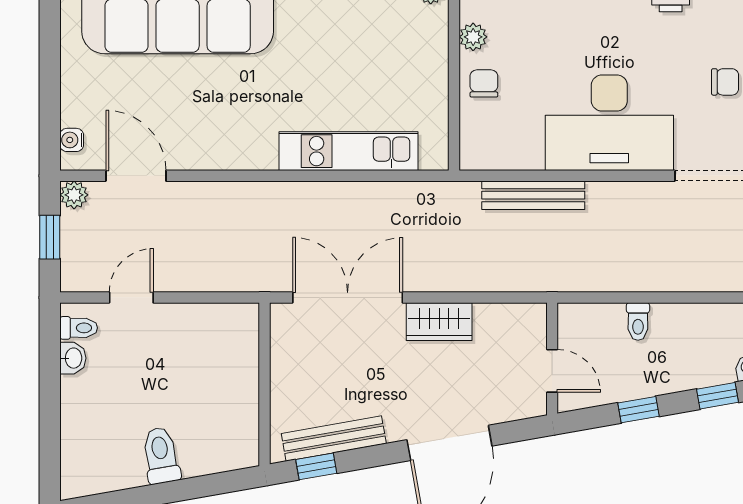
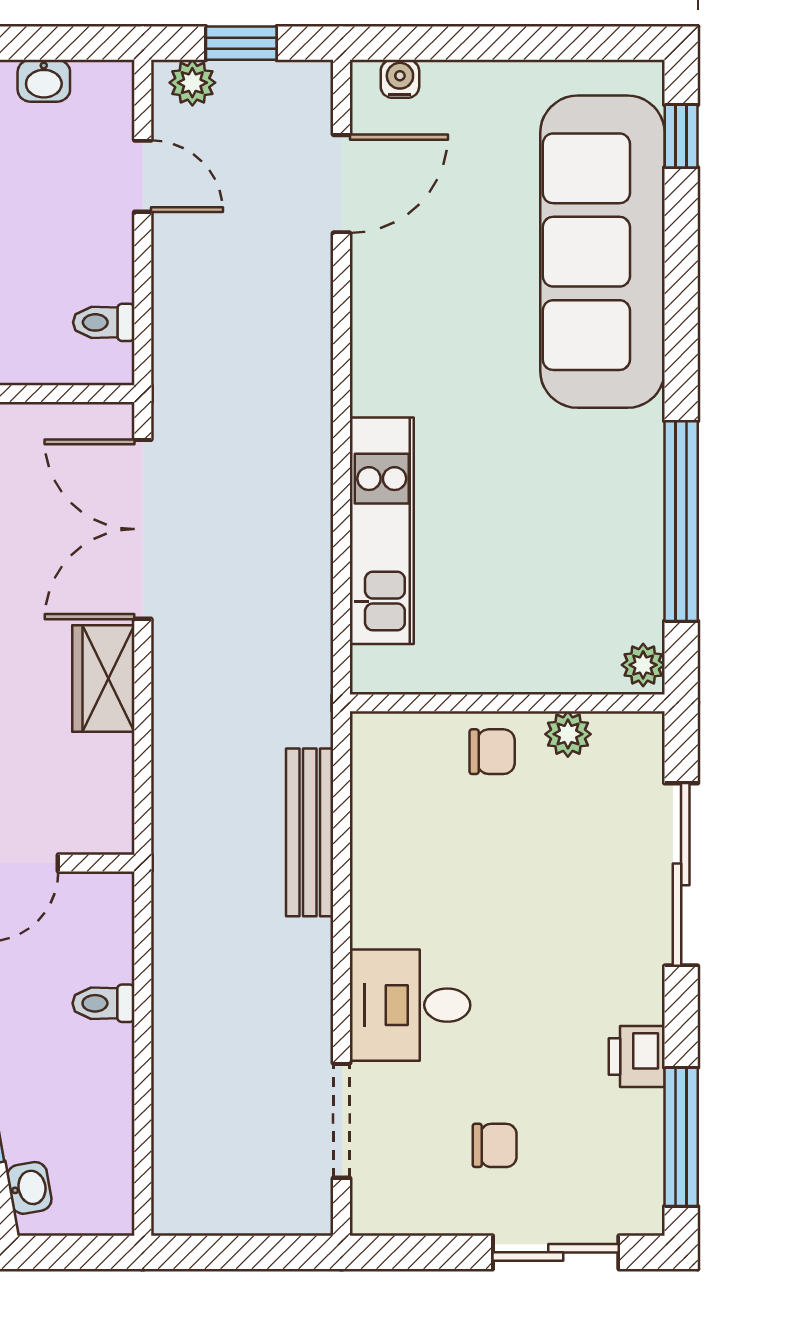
chair: (725, 82) -> (495, 1145), turned -90
desk: (609, 123) -> (410, 1005), width x0.53, depth x0.77
plant: (74, 195) -> (192, 83), moved
double door: (348, 298) -> (143, 529), swing flipped
toilet: (79, 328) -> (104, 322), moved, turned 90

